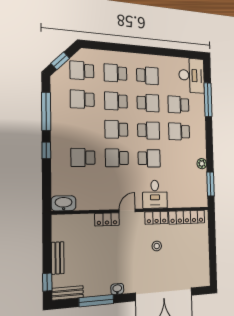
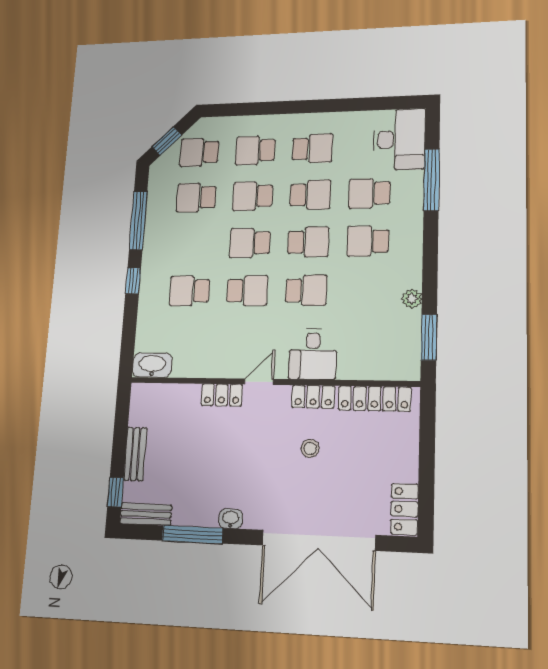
school desk: (117, 158) -> (247, 291), turned 180
locker: (204, 273) -> (405, 509), added

